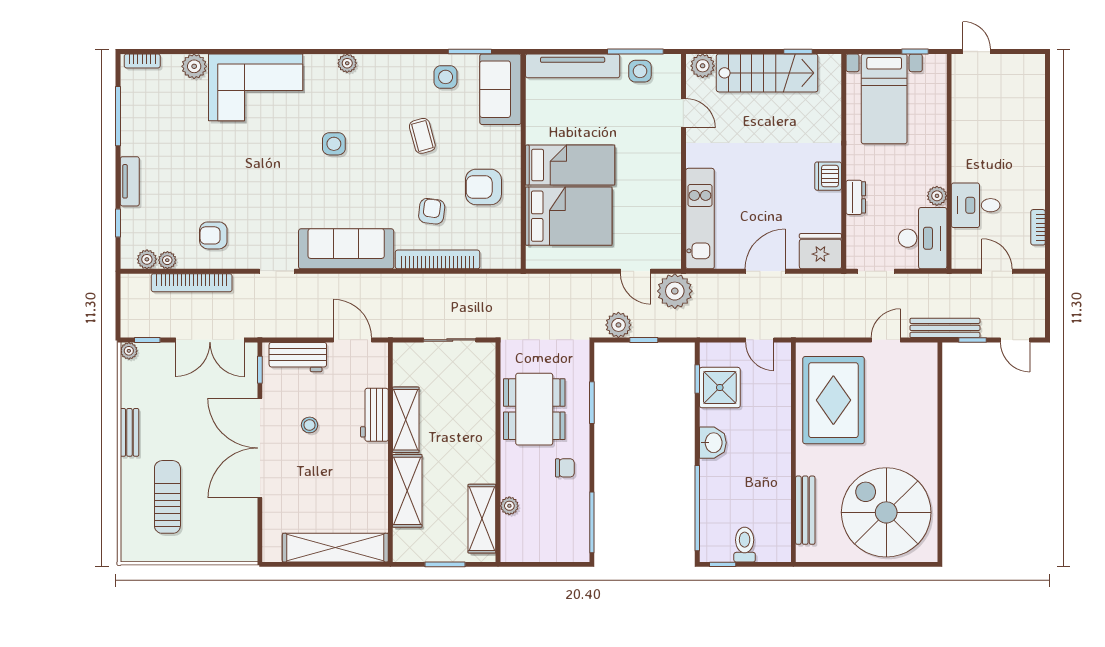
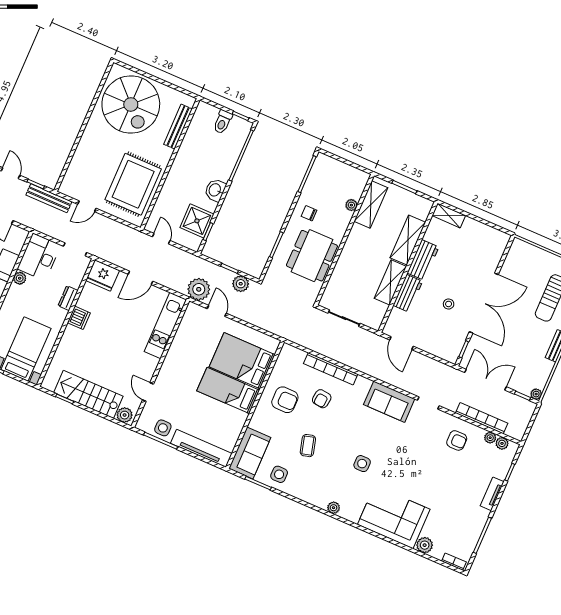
sofa: (346, 249) -> (389, 402), width x0.73
workbench: (298, 357) -> (423, 260), moved, turned 90
shelving: (335, 548) -> (449, 215), width x0.45, depth x0.75

